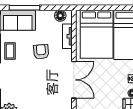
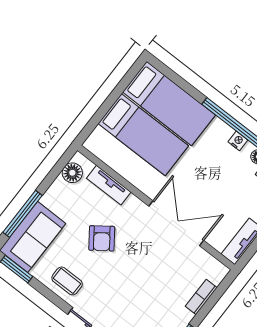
bed: (97, 34) -> (143, 135), width x0.67
armchair: (41, 52) -> (102, 238), turned -121

